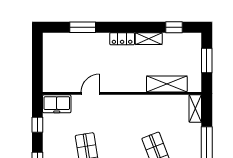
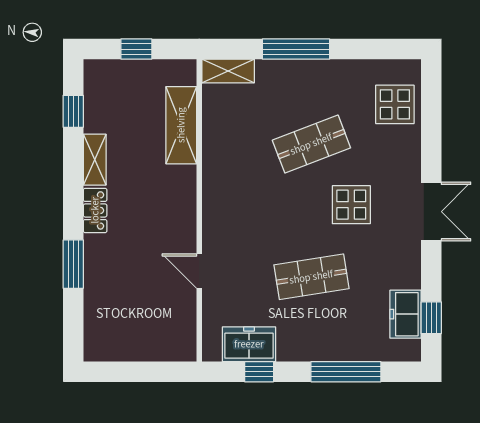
window: (83, 27) -> (73, 264), moved
window: (207, 60) -> (136, 49), width x0.67
freezer: (57, 104) -> (249, 344), moved, turned -90

